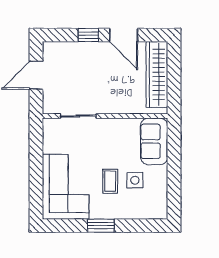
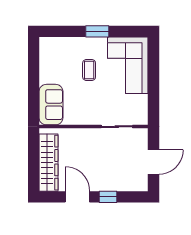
side table: (135, 180) -> (68, 71), removed

